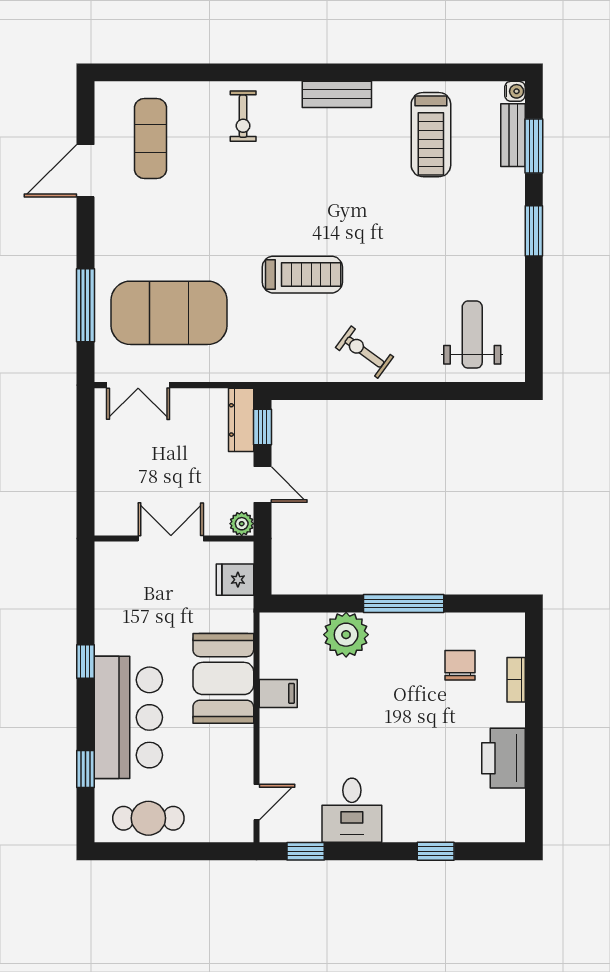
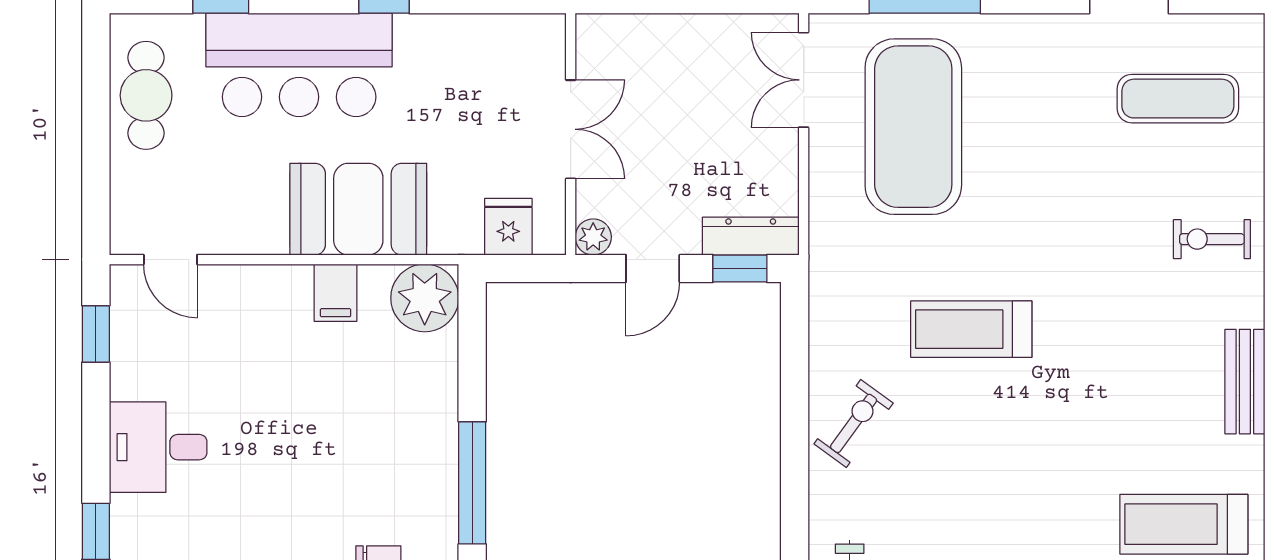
treadmill: (302, 275) -> (971, 329), turned 90
plant: (346, 635) -> (425, 298), moved
desk: (352, 810) -> (158, 447), moved

